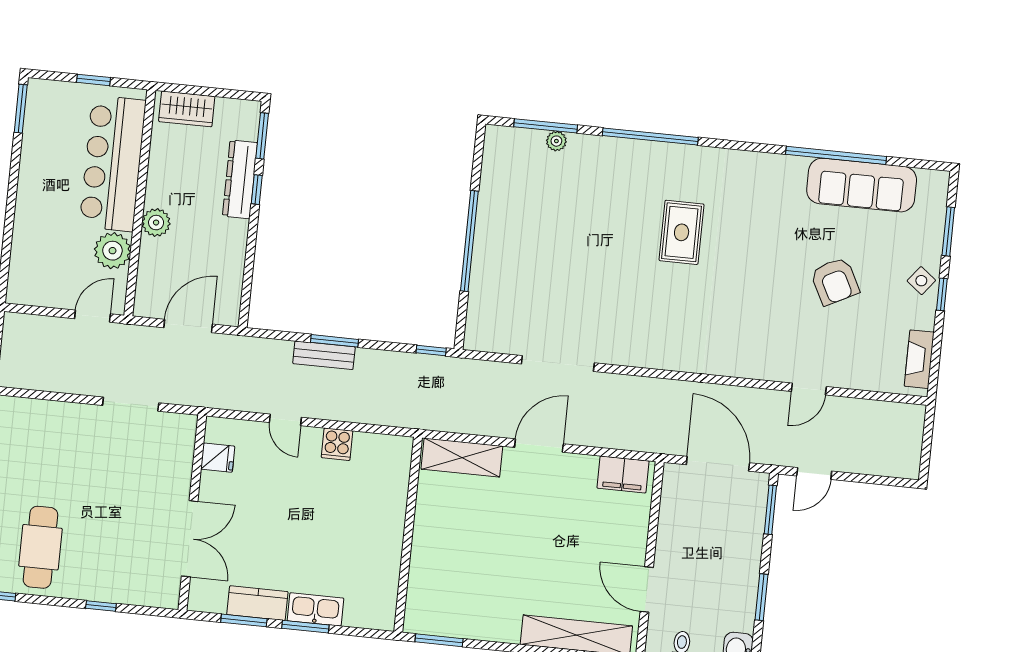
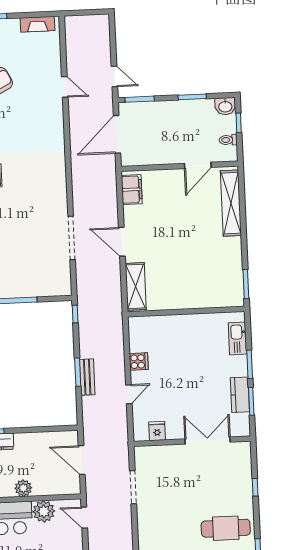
kitchen sink: (315, 609) -> (238, 338), moved

